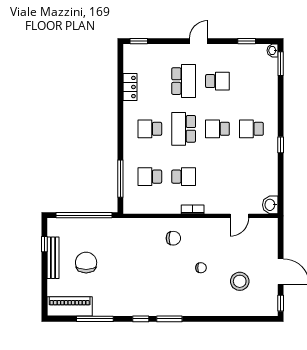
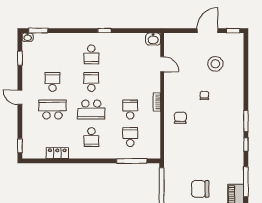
school desk: (217, 129) -> (91, 82), turned 180
school desk: (150, 177) -> (130, 137), turned 180

